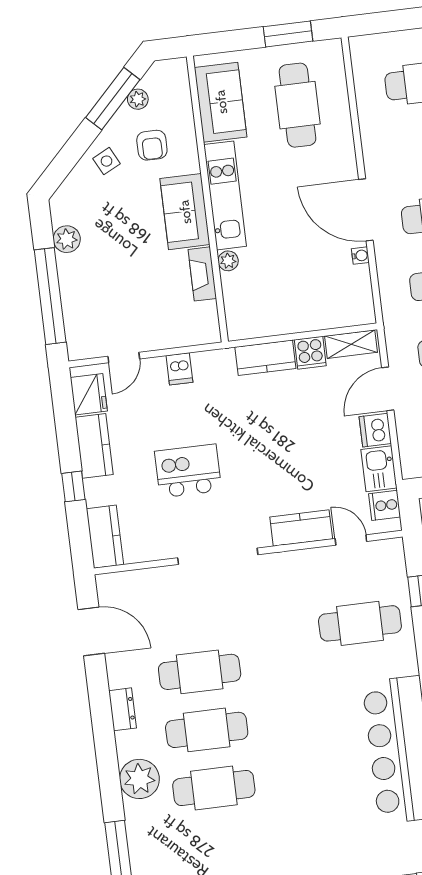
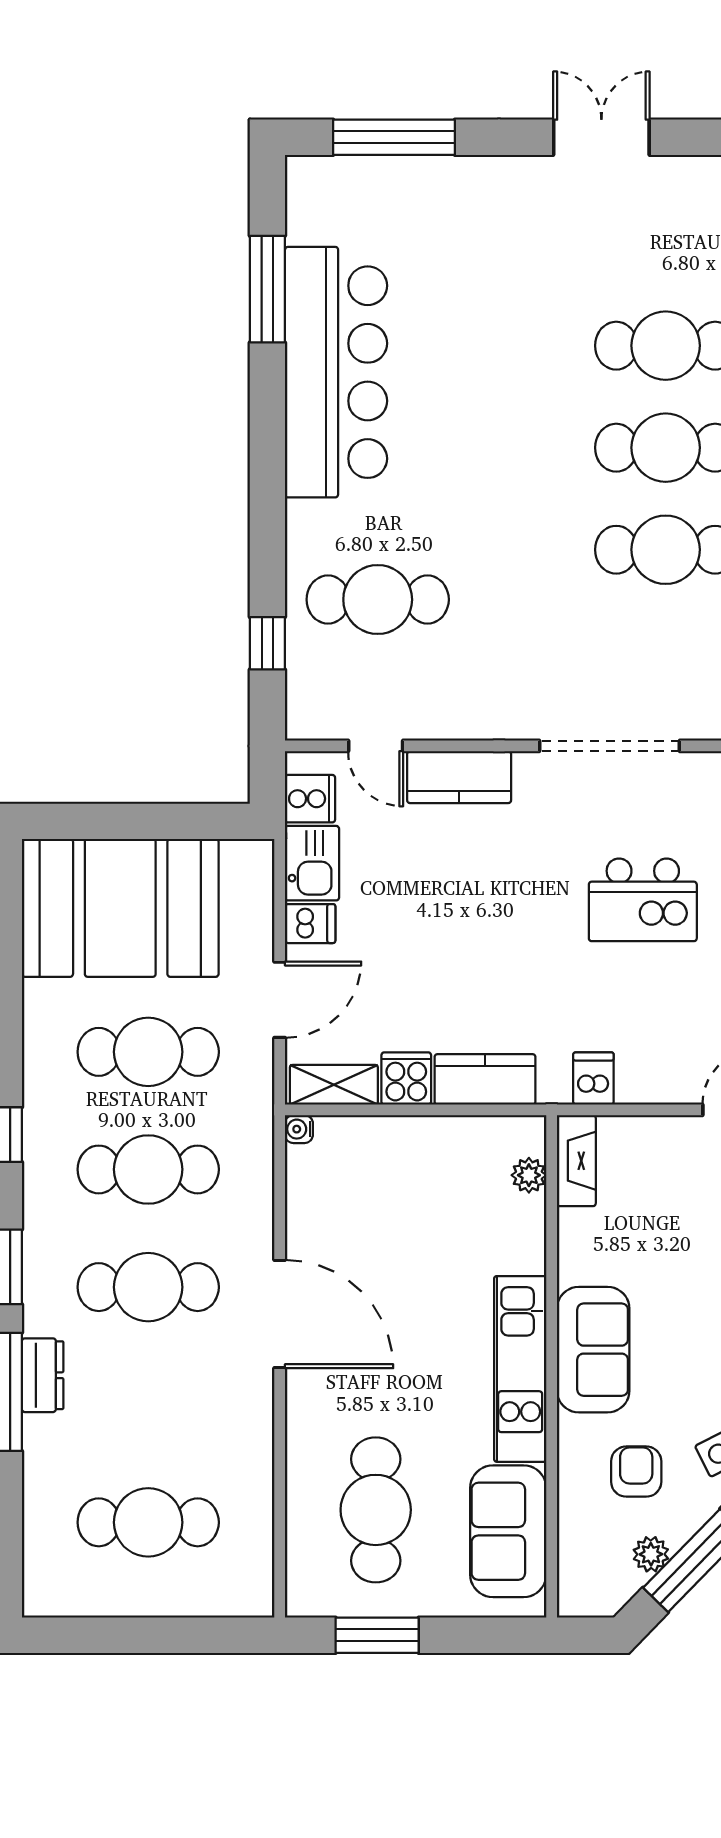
water cooler: (360, 256) -> (299, 1129), moved
plant: (228, 261) -> (529, 1175), moved
fireplace: (202, 274) -> (576, 1161), moved
dishwasher: (179, 369) -> (593, 1078), moved
dishwasher: (375, 430) -> (310, 924), width x0.73

